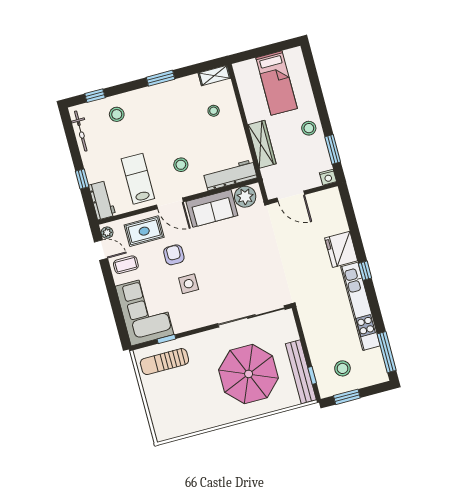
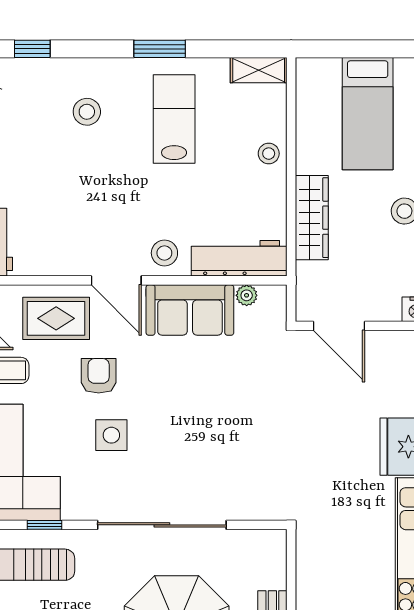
stool: (214, 111) -> (269, 154), moved
stool: (117, 114) -> (87, 112), moved
stool: (181, 165) -> (164, 253), moved
lab bench: (138, 179) -> (174, 119), moved
plant: (245, 197) -> (247, 295), width x0.53, depth x0.53
sliding door: (251, 316) -> (162, 525), moved

